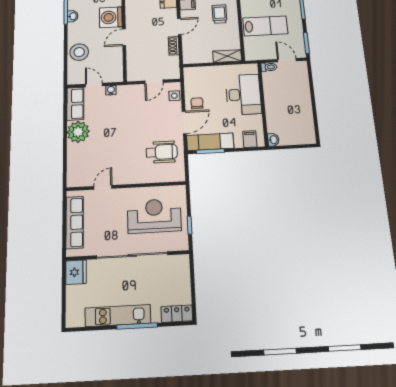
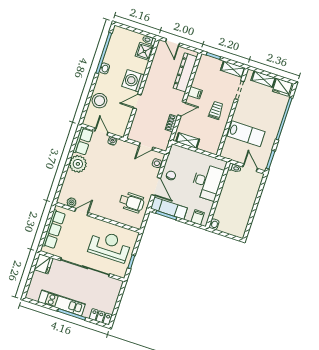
shelving: (227, 56) -> (188, 140), moved
door: (184, 122) -> (156, 187), hinge flipped
plant: (86, 180) -> (71, 202), added

